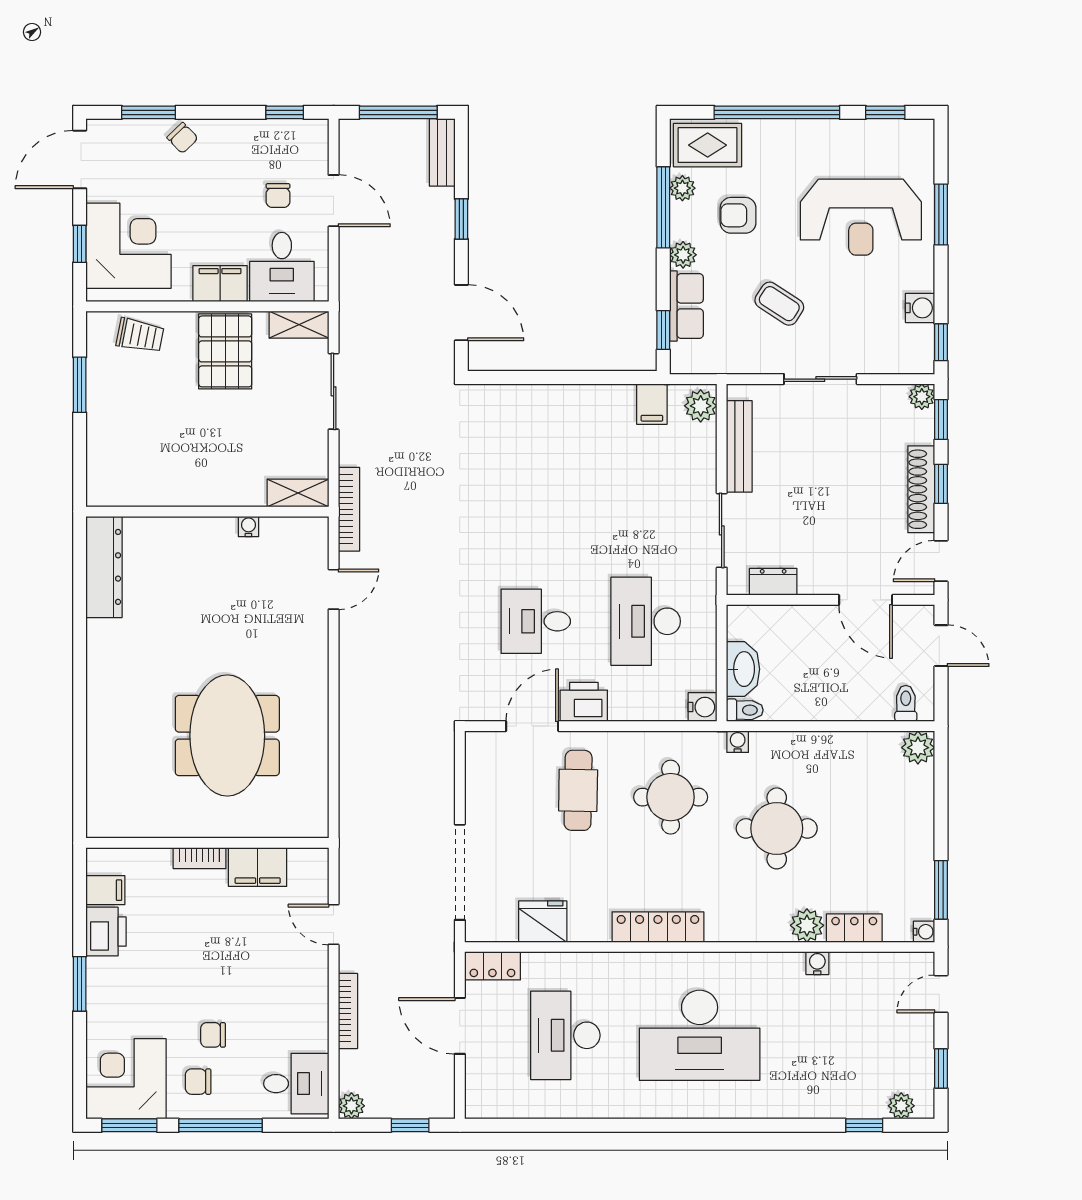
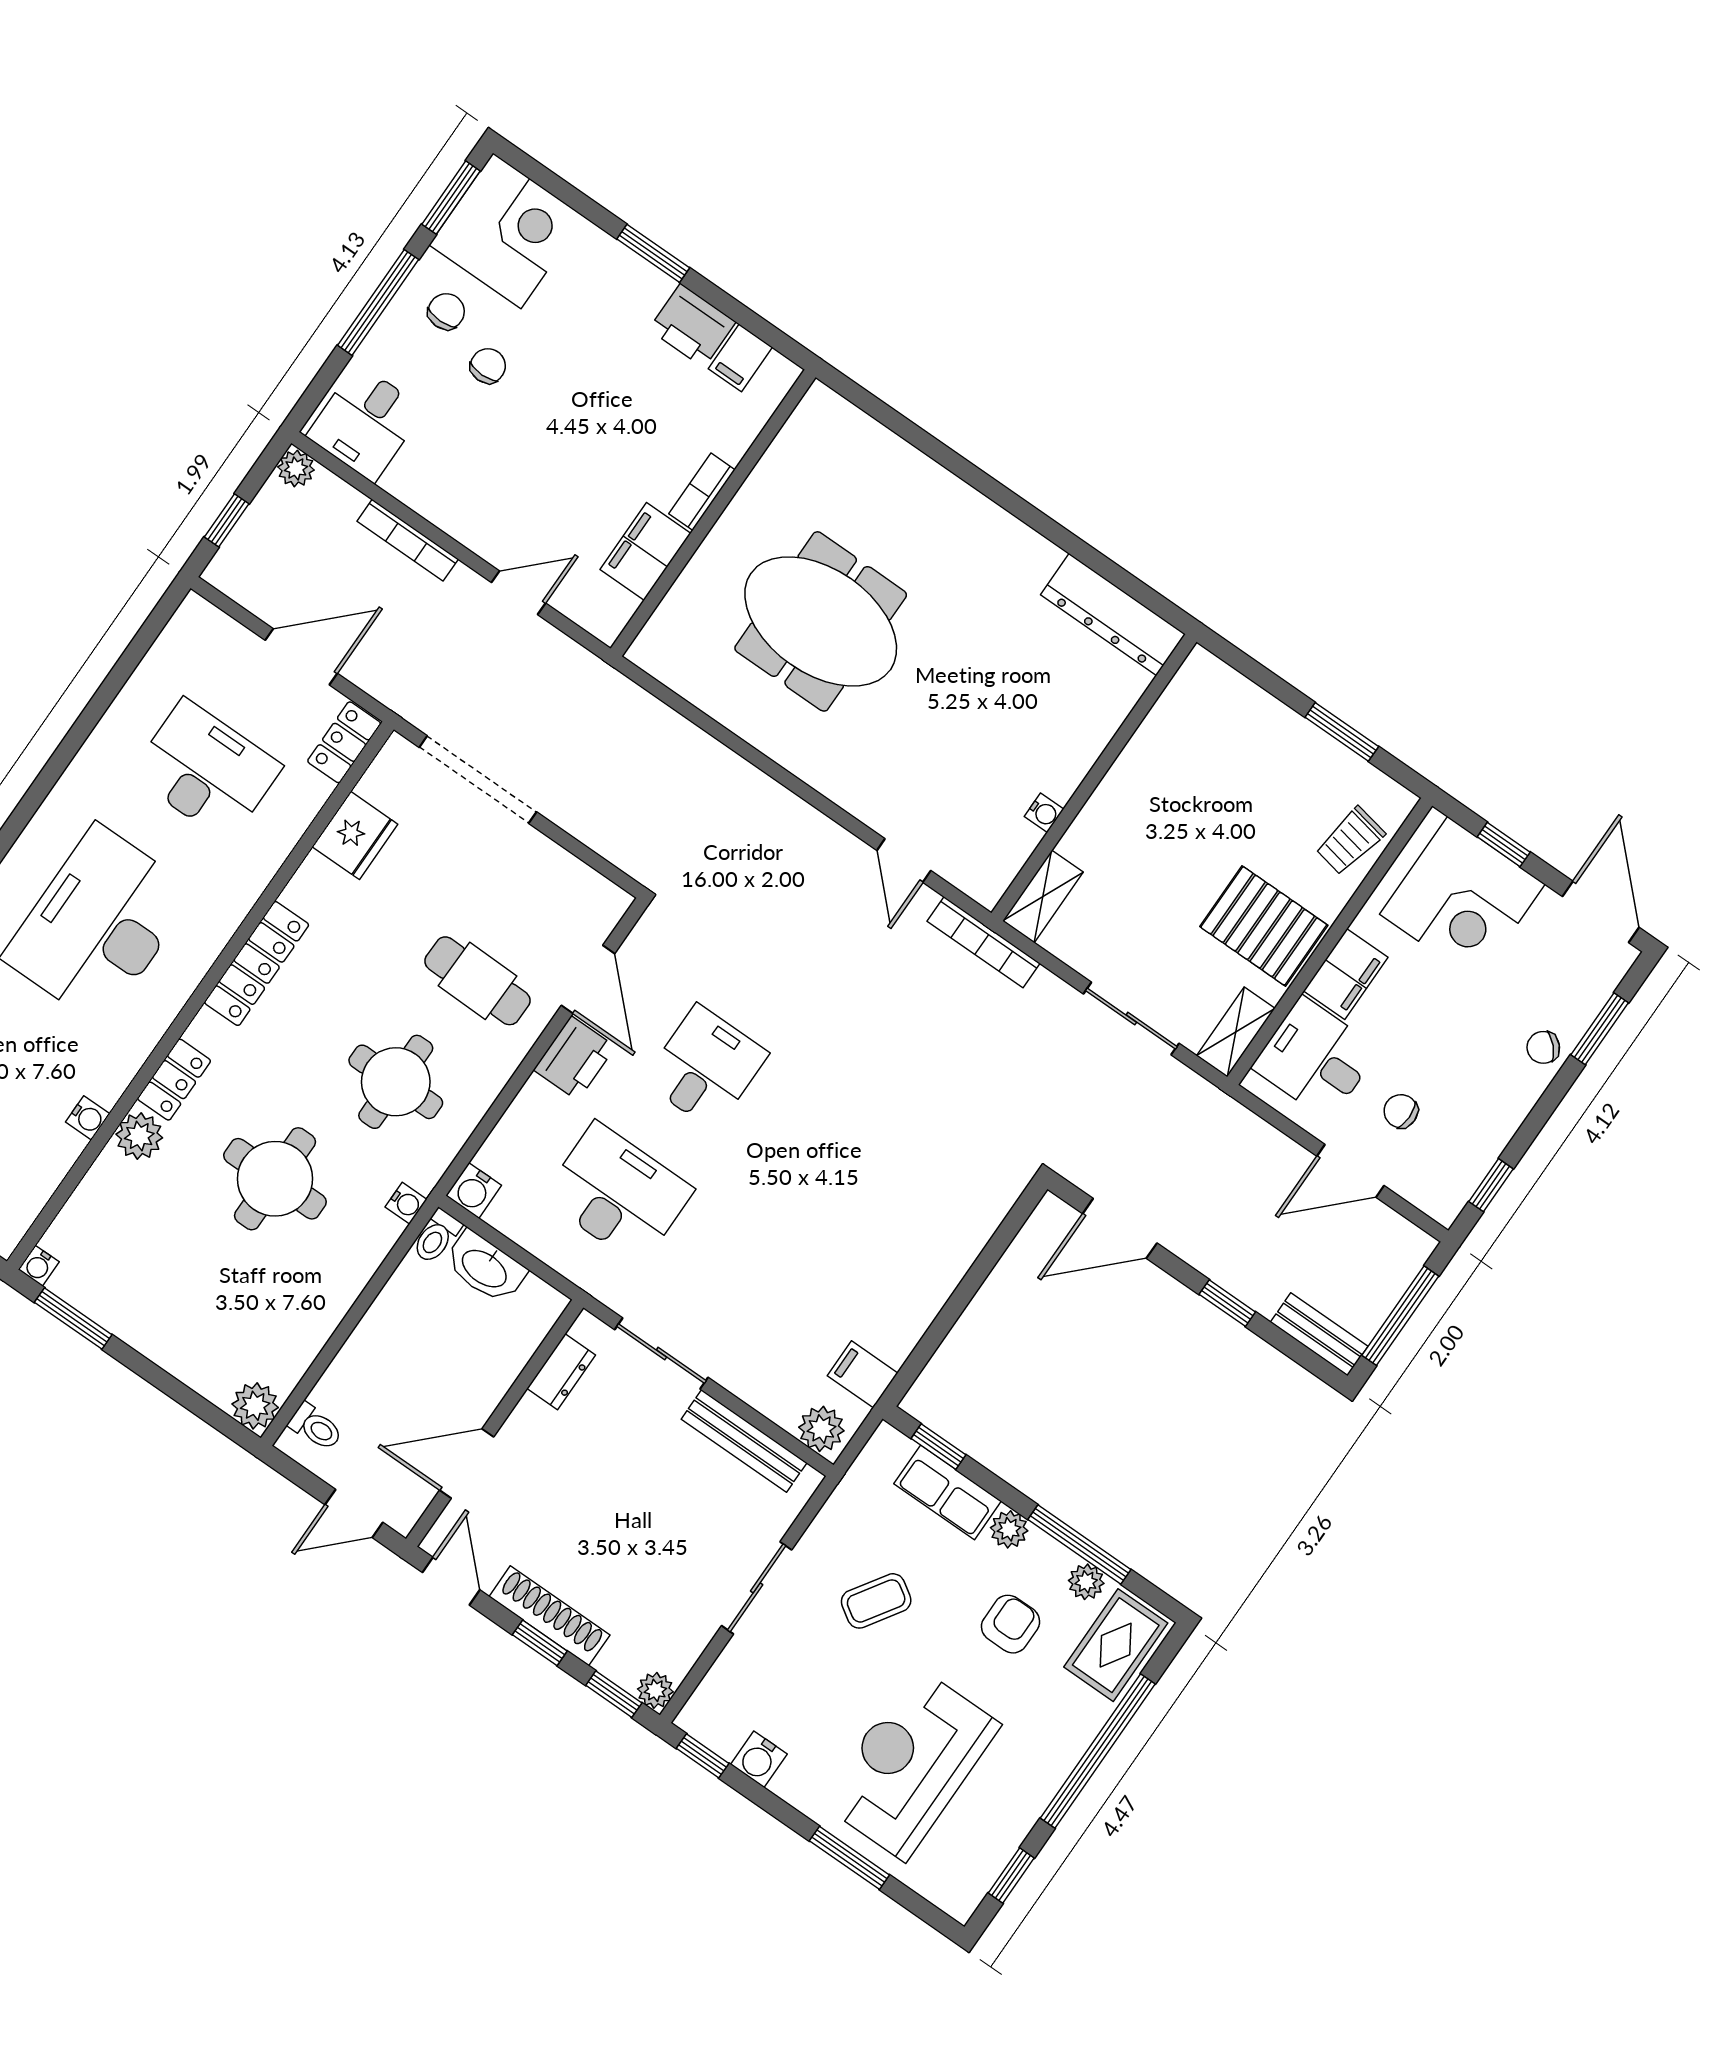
locker: (854, 928) -> (174, 1080), moved

